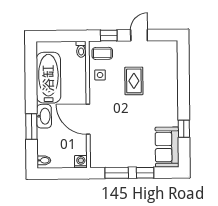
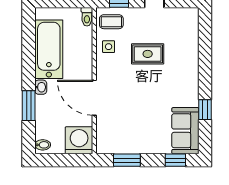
rug: (134, 81) -> (148, 54), turned 90
washbasin: (44, 116) -> (41, 87), width x0.52, depth x0.69
washing machine: (81, 162) -> (79, 140), width x1.89, depth x1.89
window: (145, 173) -> (175, 160), moved

